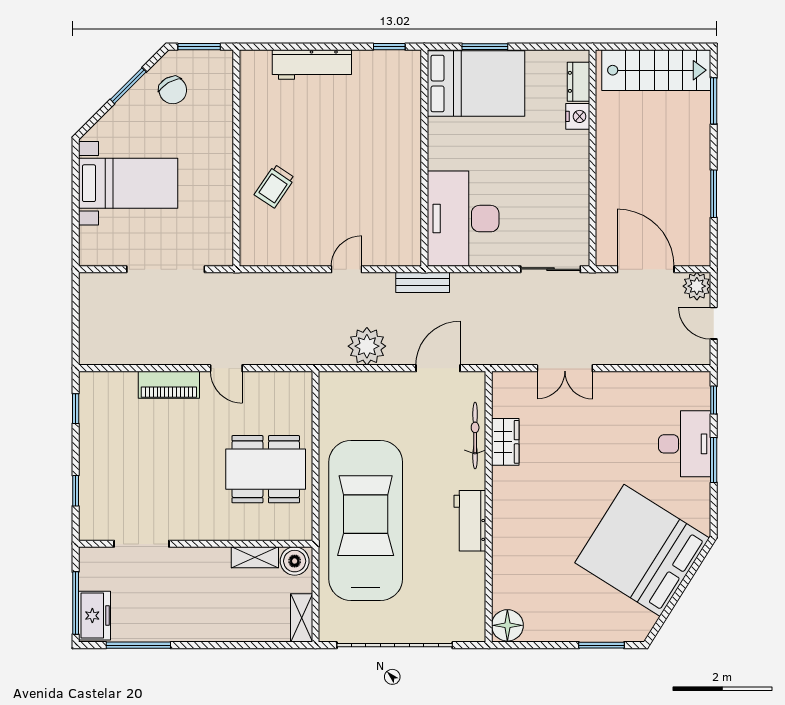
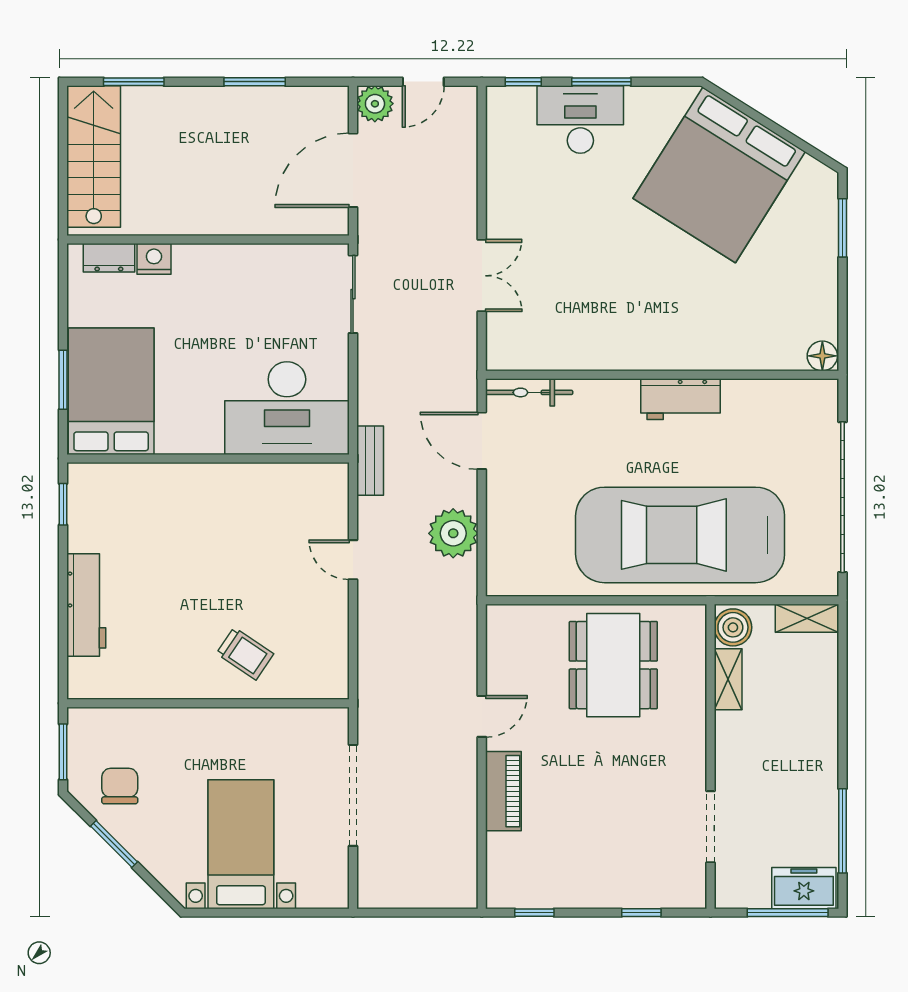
chair: (173, 90) -> (120, 786), turned -60
bicycle: (475, 435) -> (529, 392), moved
wardrobe: (505, 442) -> (578, 353), removed
floor lamp: (507, 625) -> (822, 356), width x0.73, depth x0.73

